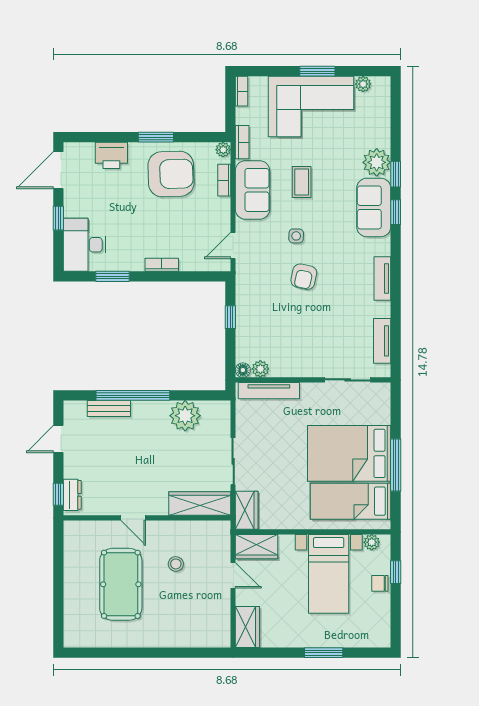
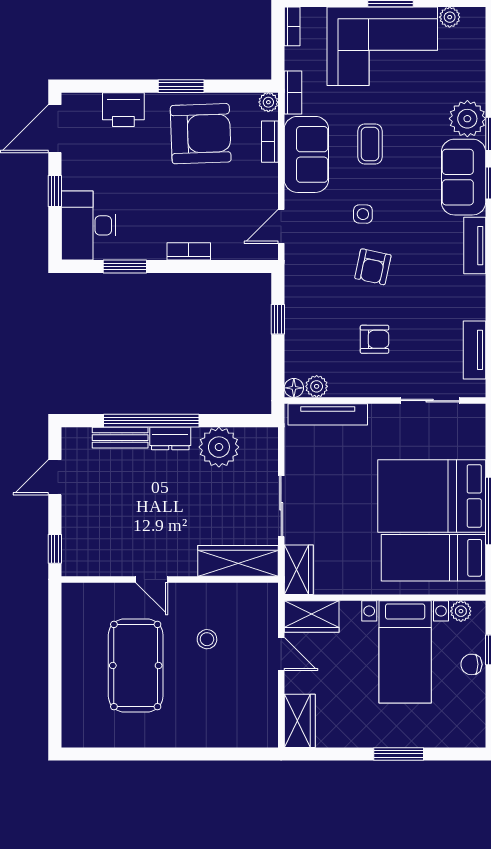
tv unit: (382, 278) -> (475, 246), moved
armchair: (305, 333) -> (375, 339), added
dresser: (72, 495) -> (170, 438), moved, turned 90

